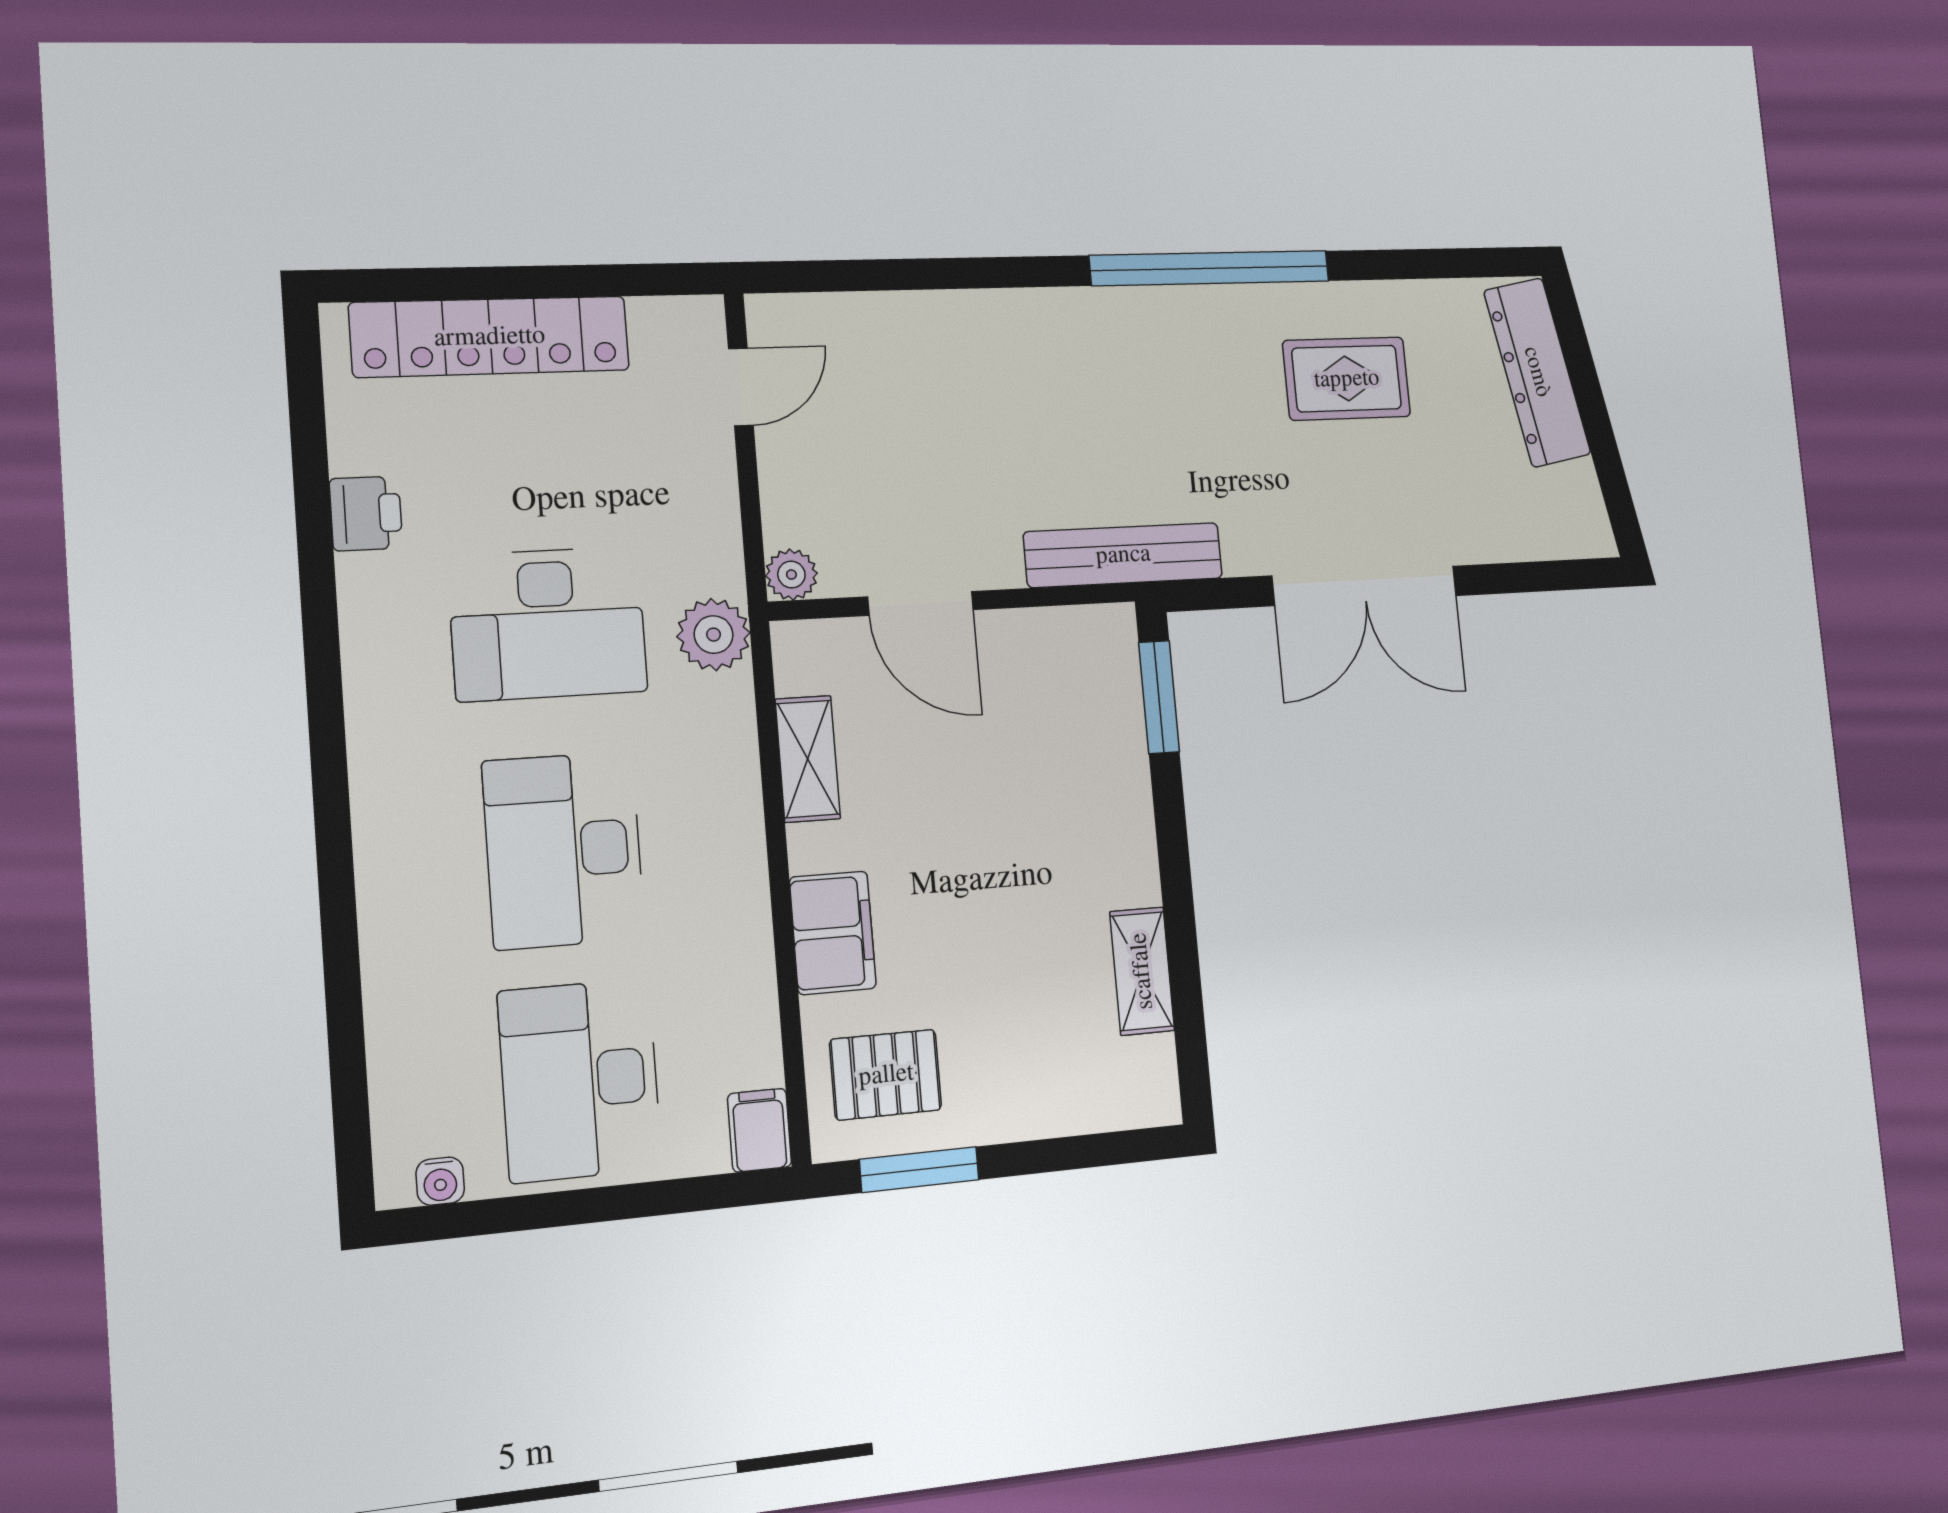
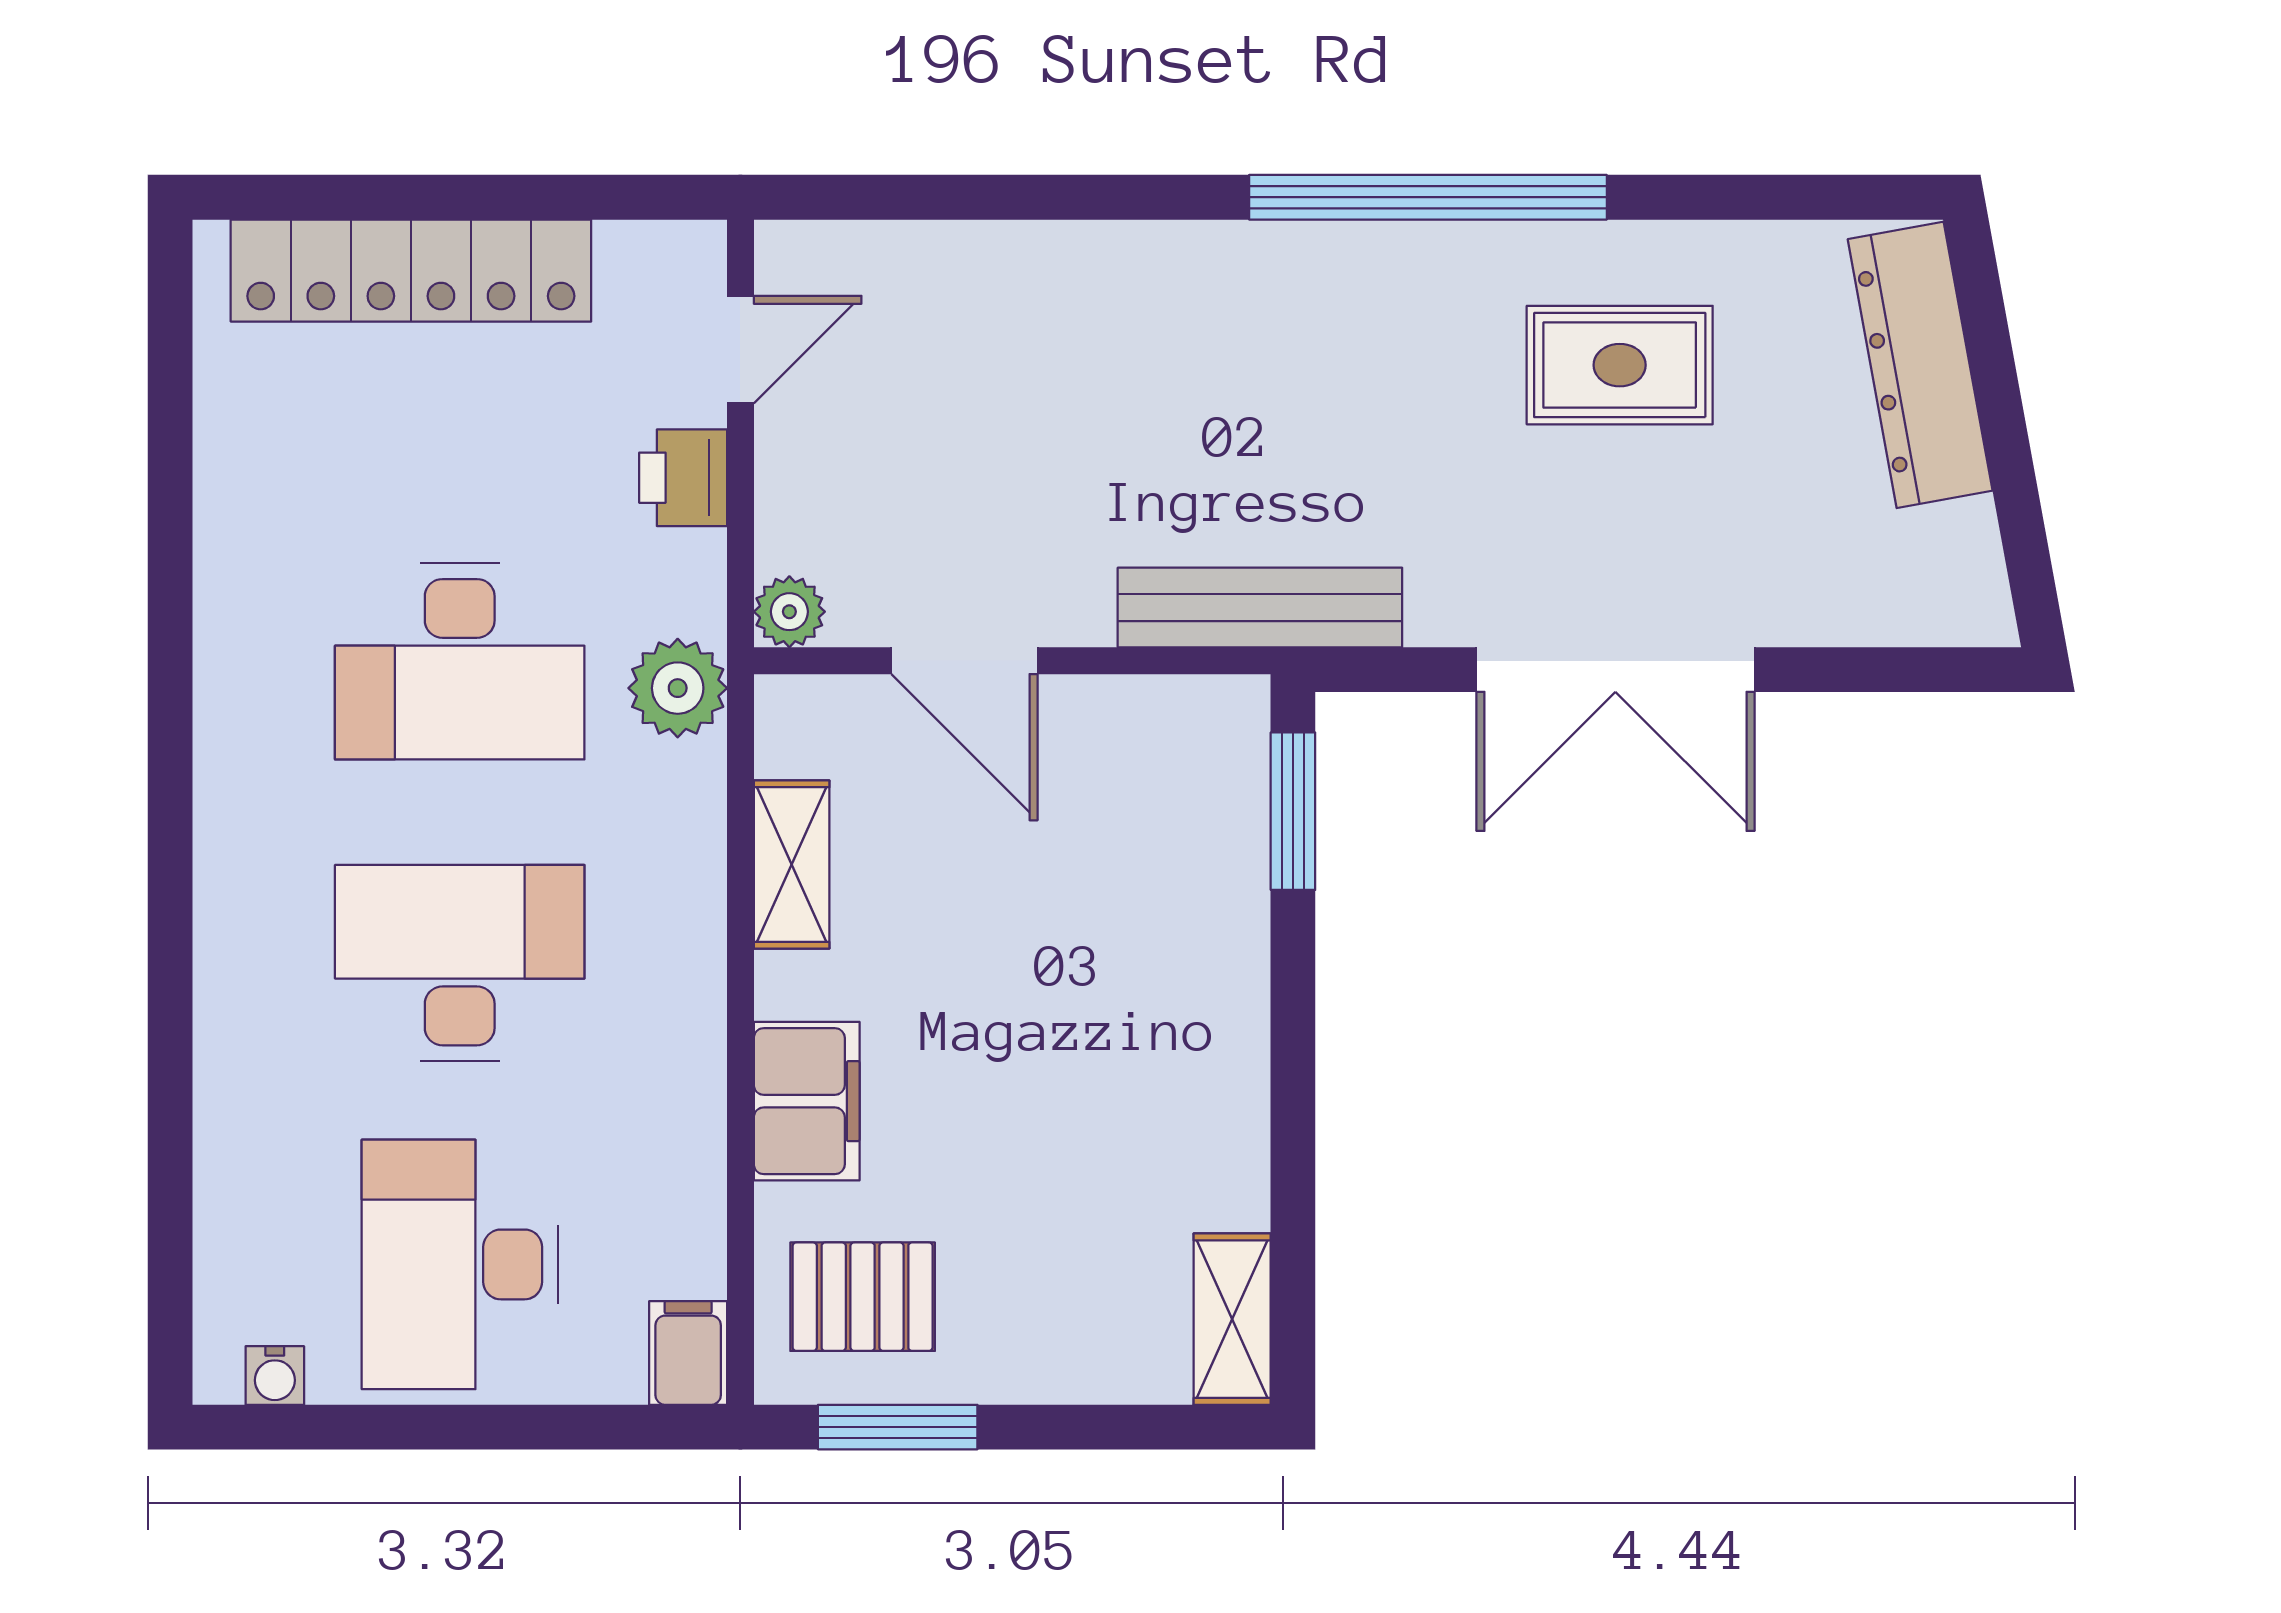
printer: (366, 514) -> (683, 478), moved, turned 180
desk: (564, 850) -> (460, 963), turned 90
shelving: (1142, 971) -> (1232, 1319), moved

